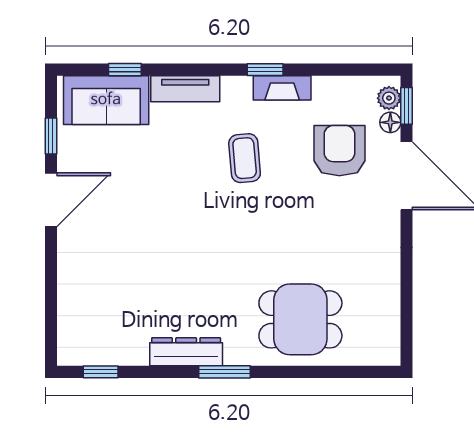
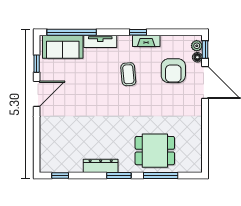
window: (125, 70) -> (72, 32), width x3.17
armchair: (339, 151) -> (173, 71), turned 180
window: (313, 372) -> (161, 175), added

